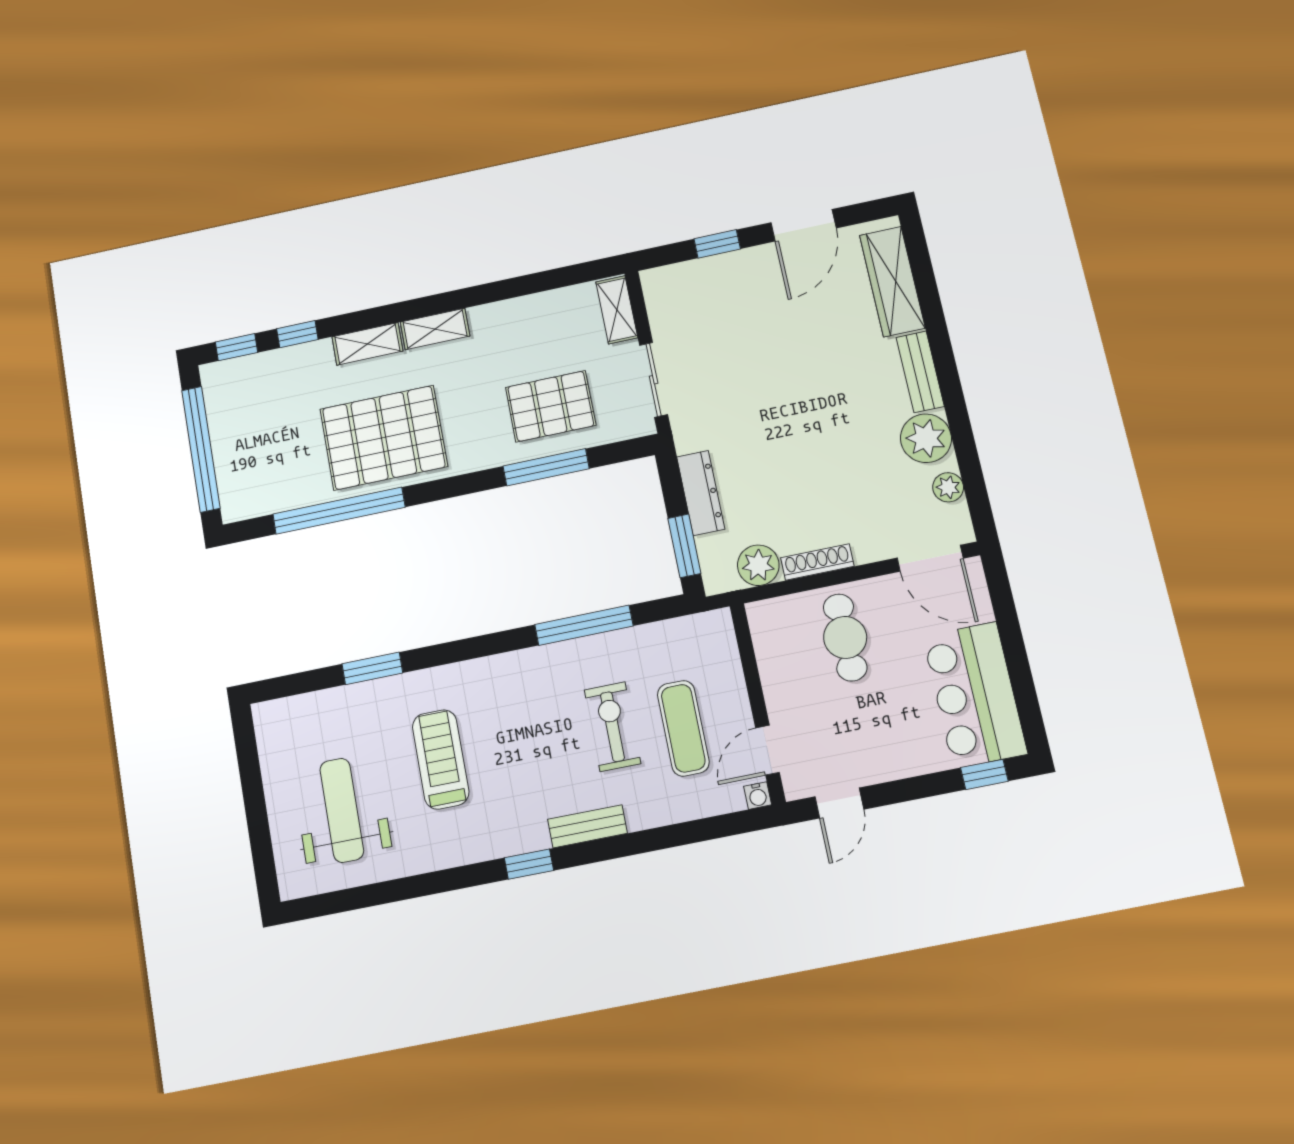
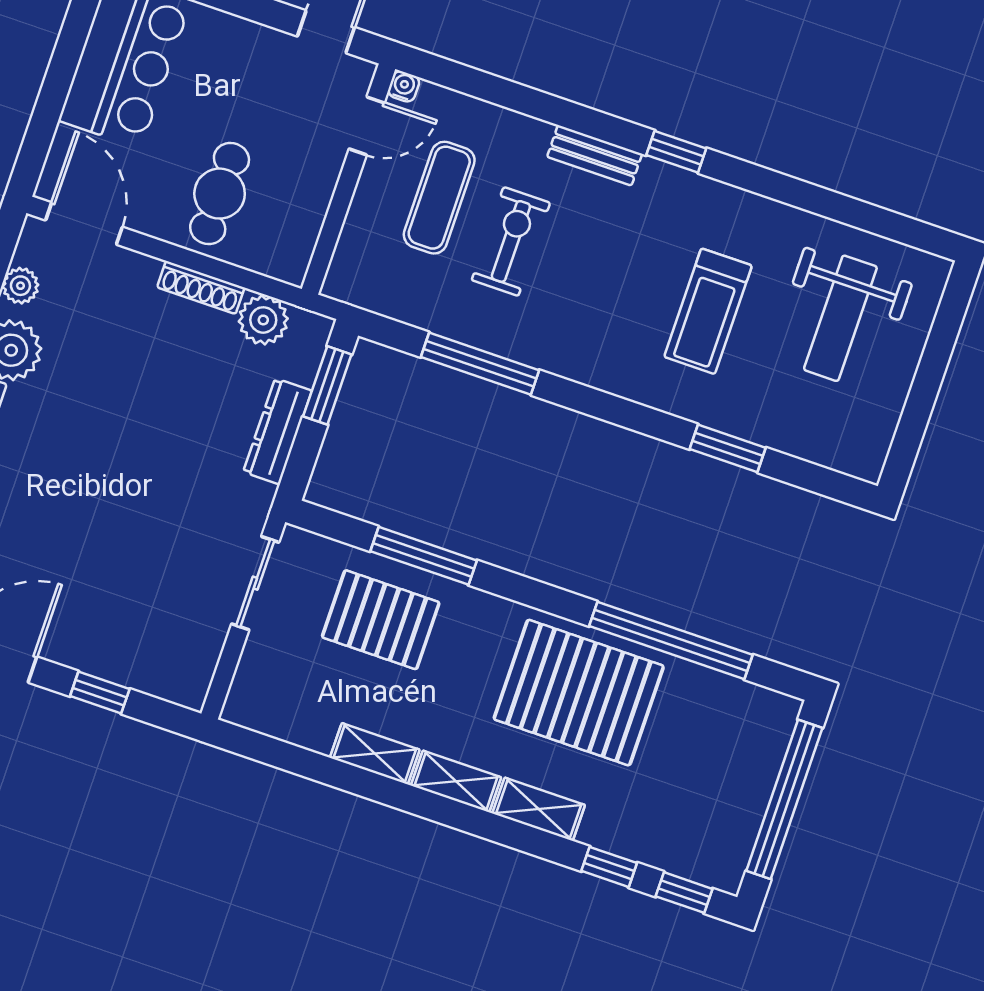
shelving: (617, 310) -> (375, 754), moved, turned 90
exercise bike: (612, 727) -> (511, 241), turned 180

